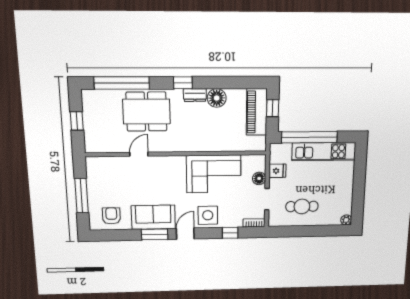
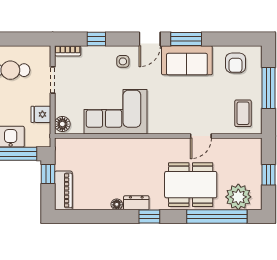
floor lamp: (217, 98) -> (117, 204), width x0.53, depth x0.53
plant: (103, 101) -> (238, 197), added
window: (273, 108) -> (48, 174), moved
piano: (257, 112) -> (63, 190), width x0.73, depth x0.75
coffee table: (103, 174) -> (243, 113), added
floor lamp: (259, 178) -> (62, 124), moved
side table: (208, 215) -> (123, 61), width x0.54, depth x0.54

